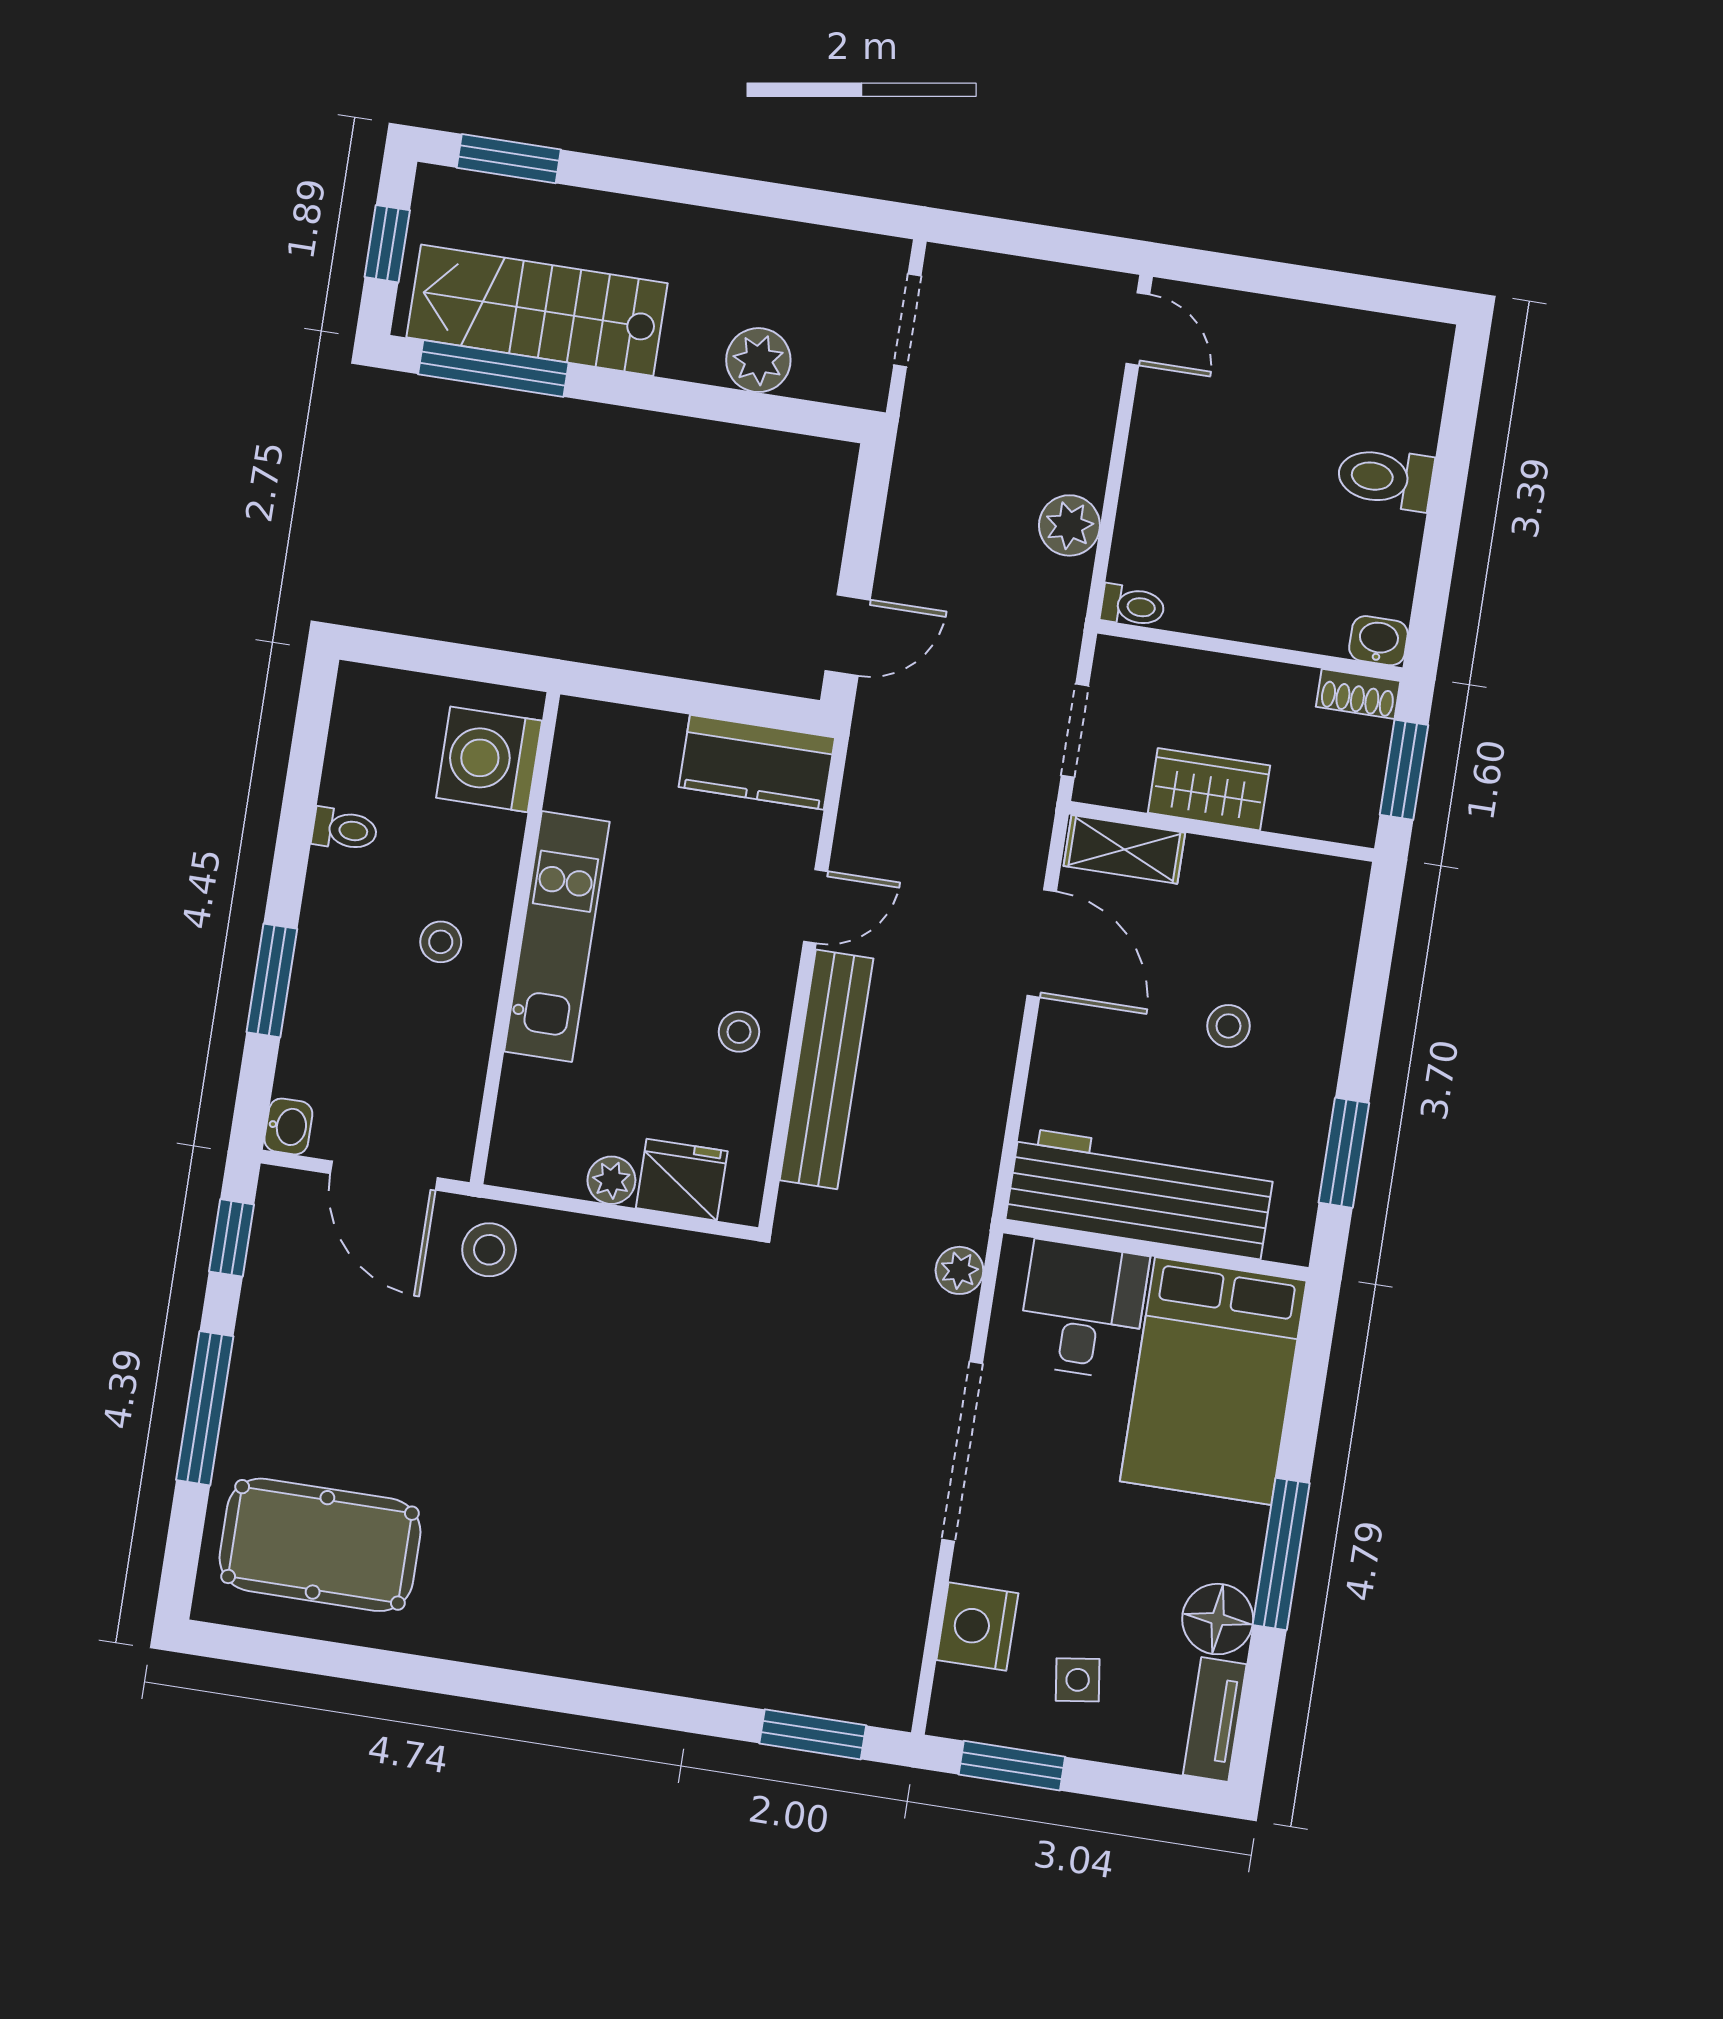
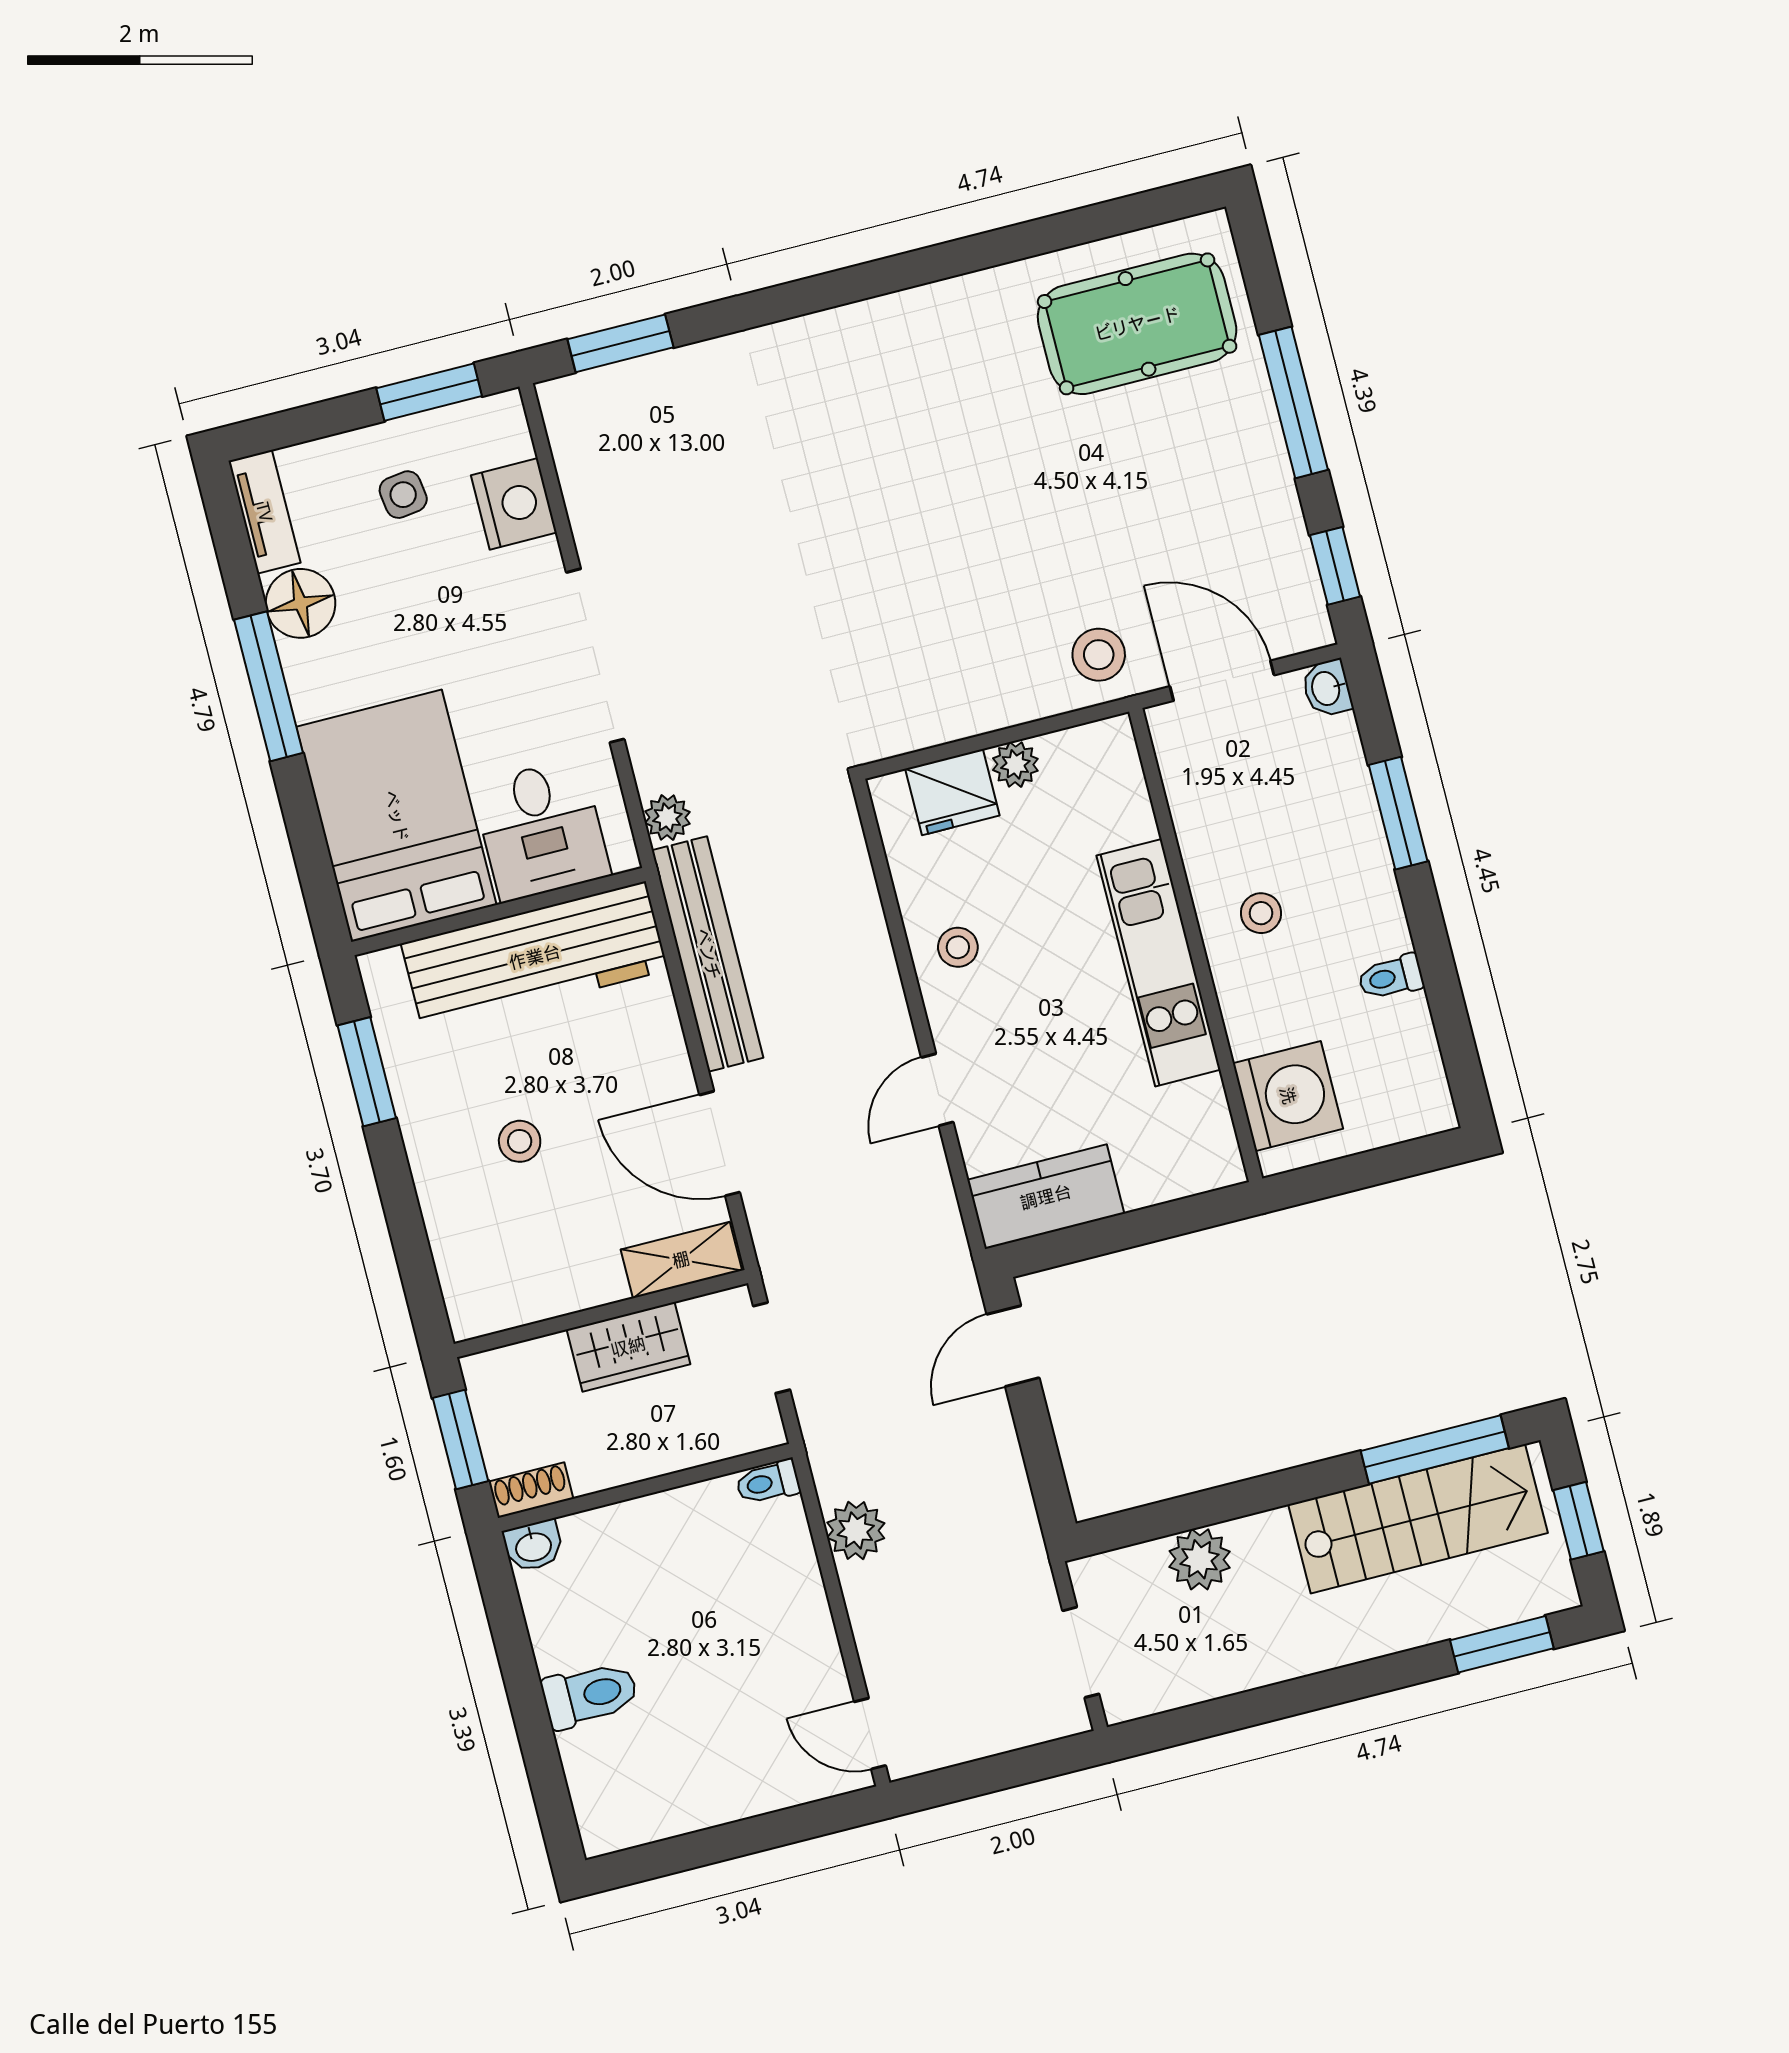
bench: (826, 1069) -> (708, 954), moved

